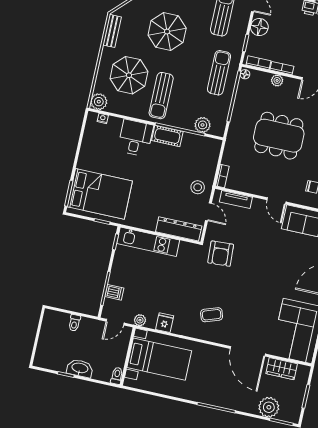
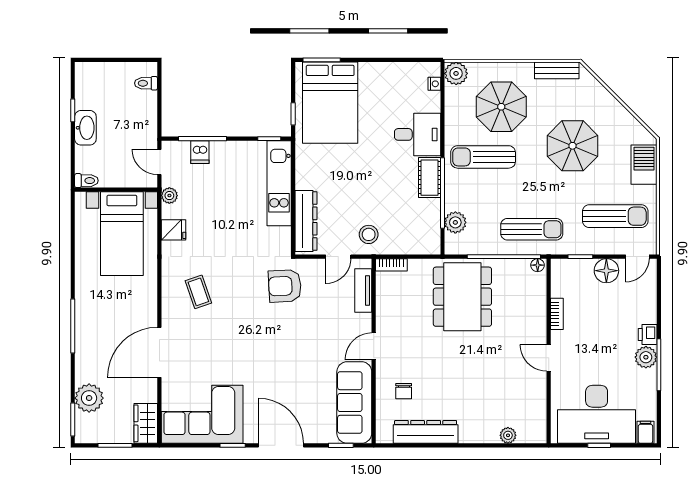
bookcase: (258, 63) -> (557, 280), removed
plant: (277, 80) -> (539, 311), removed
dining table: (279, 136) -> (462, 297), moved
toilet: (74, 323) -> (146, 83), moved
wardrobe: (282, 369) -> (146, 423), moved

